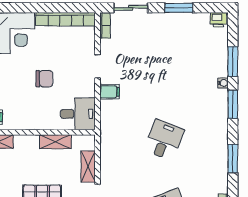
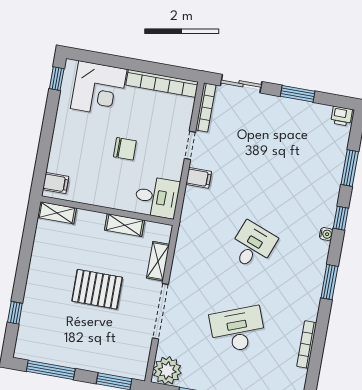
bookcase: (105, 25) -> (206, 107), width x1.56
water cooler: (223, 83) -> (326, 234), moved
window: (233, 104) -> (341, 218), width x0.67

